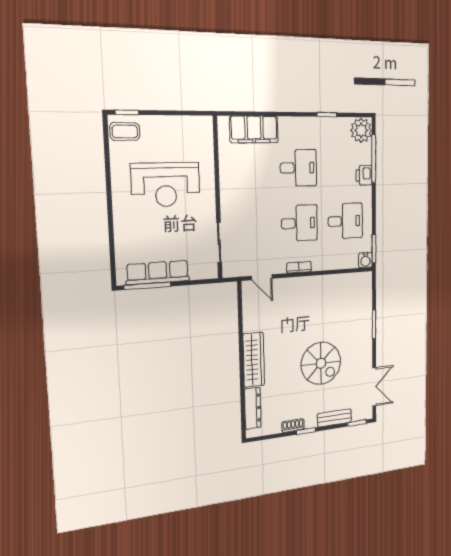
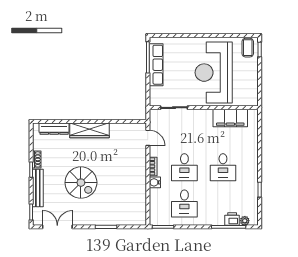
filing cabinet: (254, 130) -> (230, 118), moved, turned -90
plant: (361, 130) -> (245, 221), width x0.53, depth x0.53
printer: (364, 175) -> (232, 219), moved
reception desk: (166, 185) -> (214, 73), width x1.36, depth x1.30
water cooler: (366, 260) -> (155, 182), moved
door: (262, 277) -> (148, 138), swing flipped
spiral stairs: (321, 363) -> (81, 183), turned -90
double door: (374, 387) -> (57, 227), swing flipped
bench: (334, 418) -> (38, 188), width x1.36

